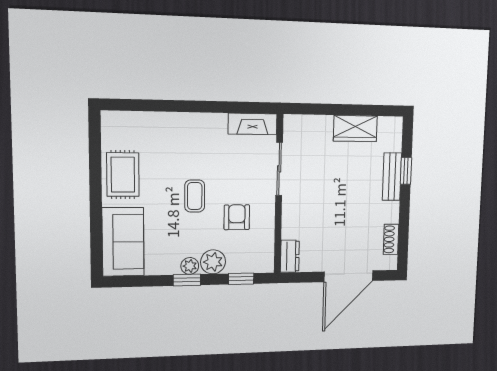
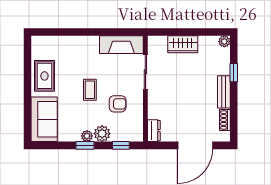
fireplace: (253, 124) -> (121, 45), width x1.37, depth x1.32
plant: (395, 125) -> (224, 41), added
wardrobe: (355, 129) -> (183, 44), moved
bench: (392, 177) -> (224, 92), moved
armchair: (237, 217) -> (118, 104), turned 90

